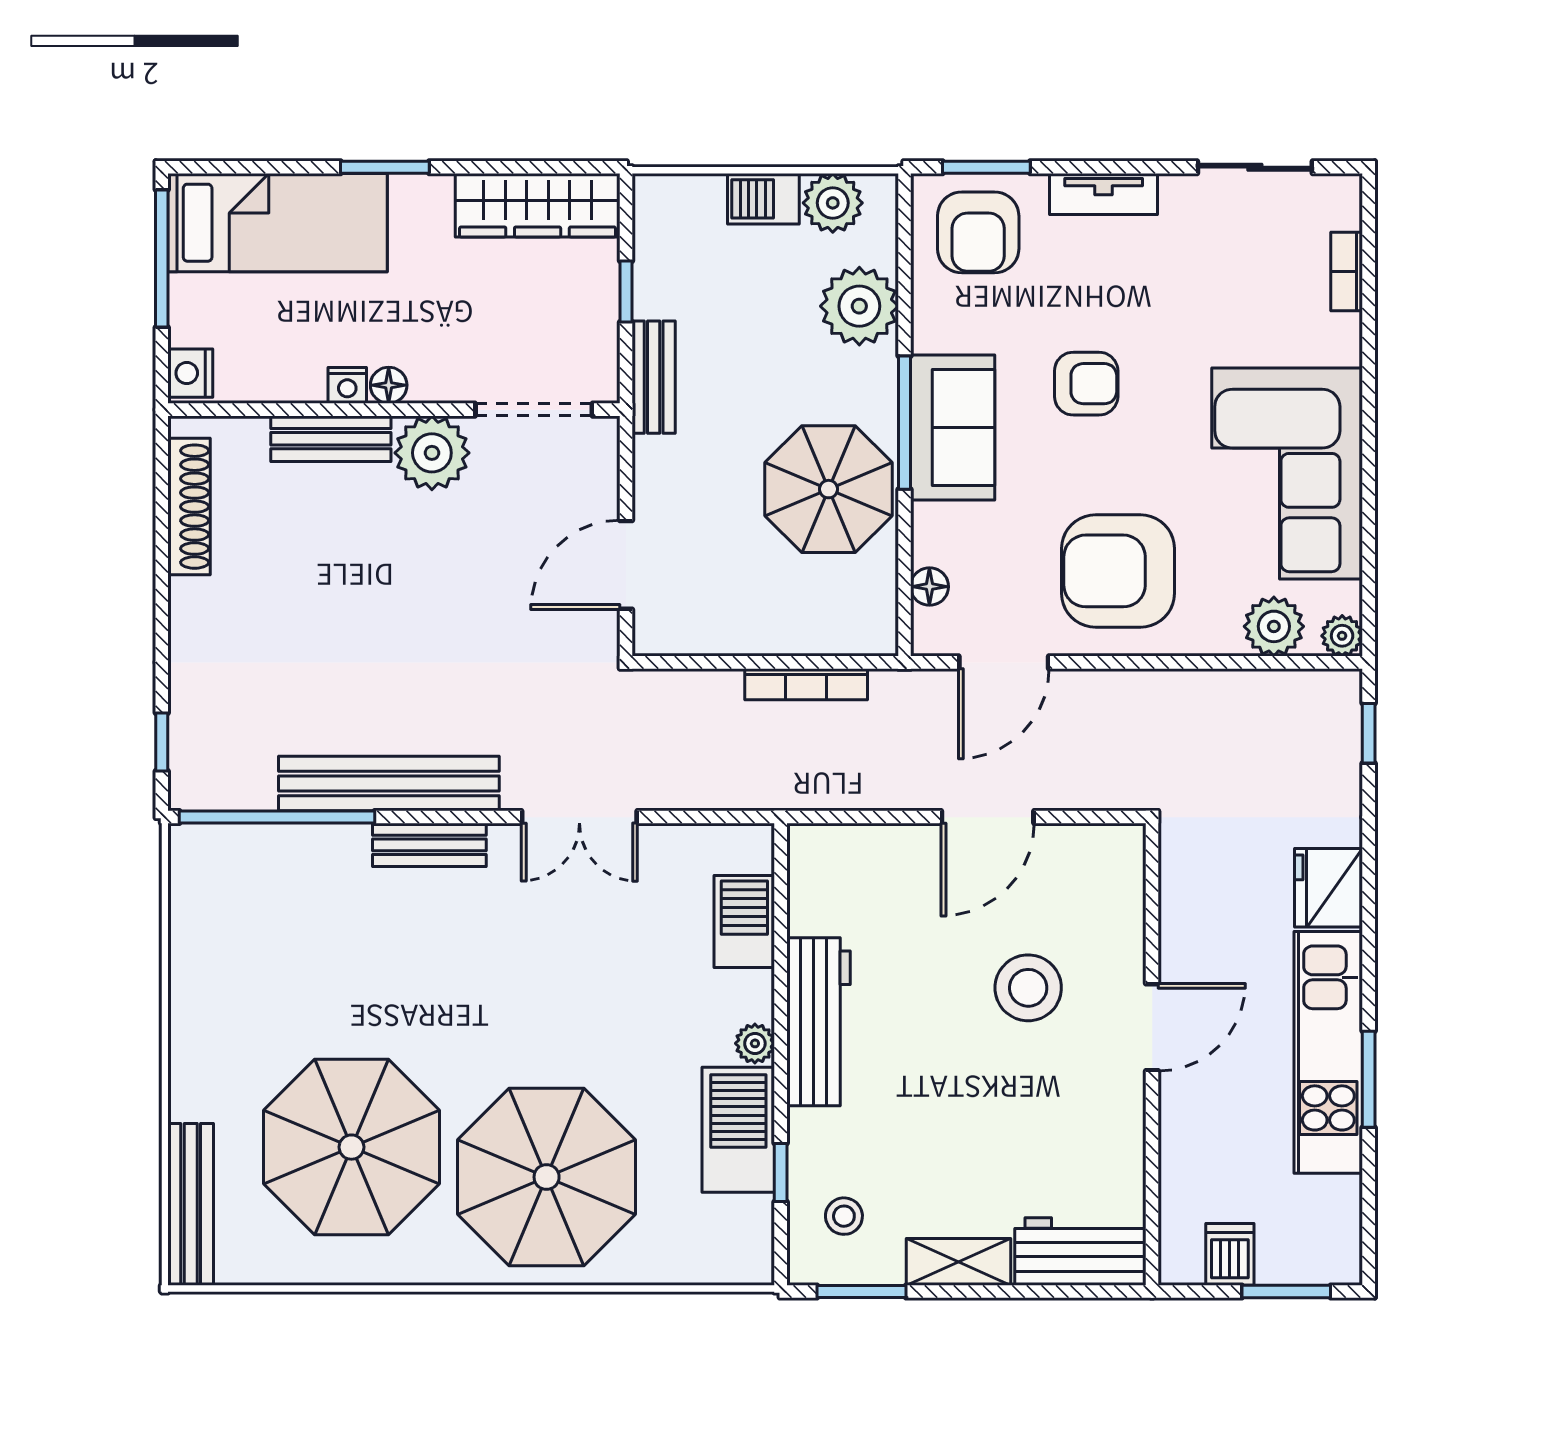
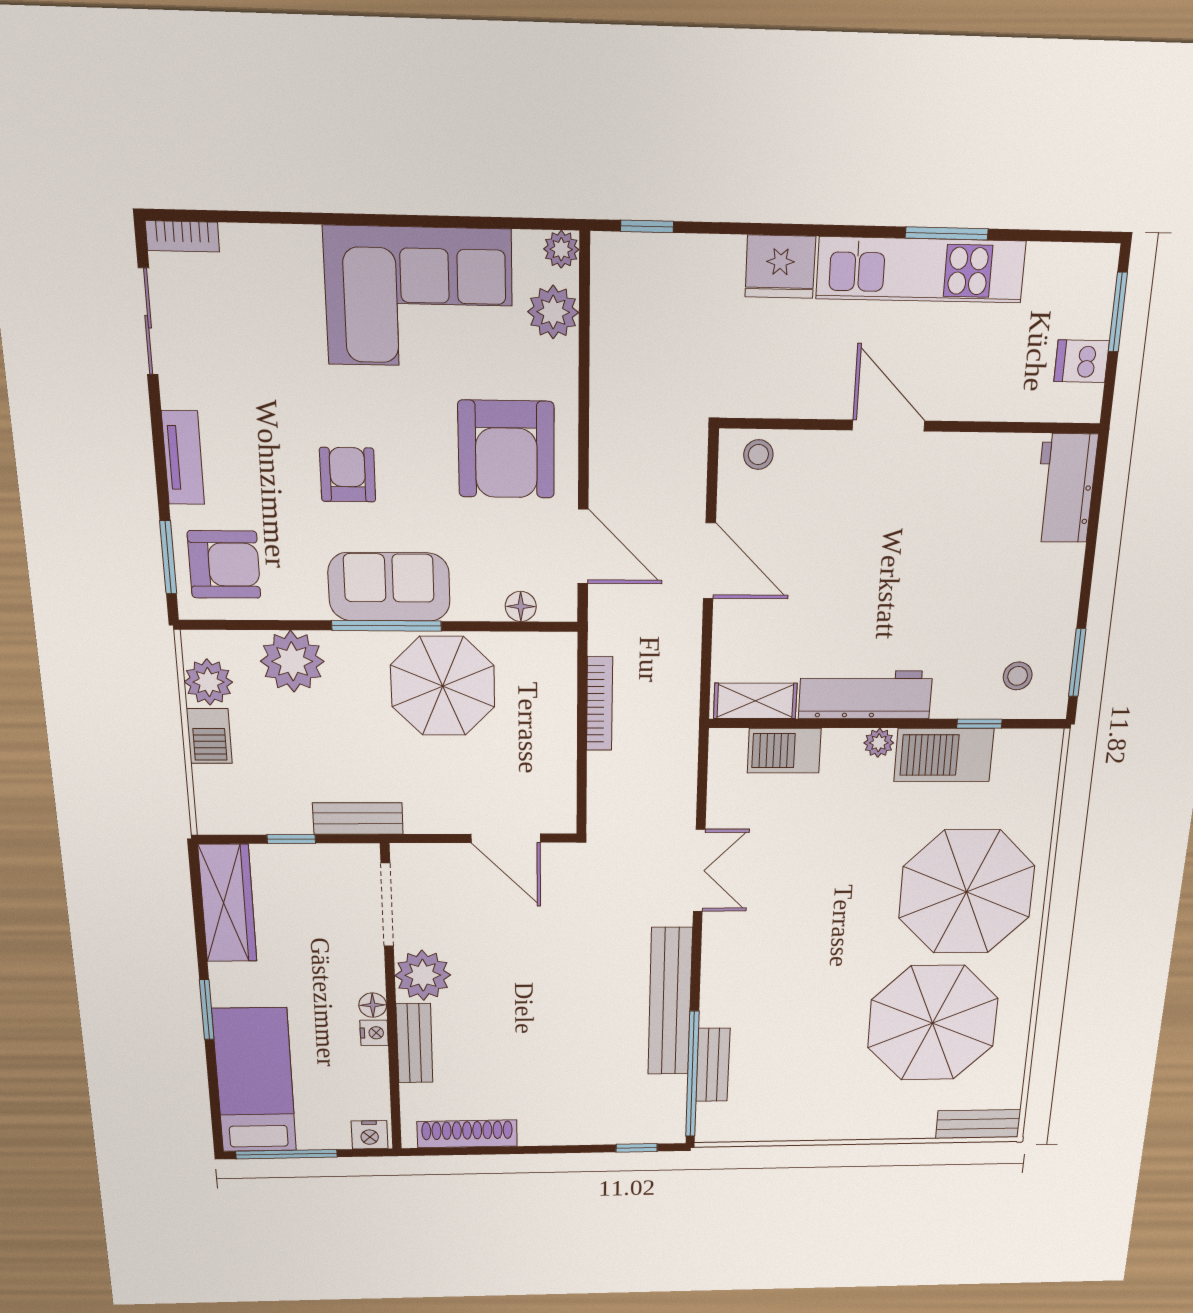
bookcase: (1347, 271) -> (182, 236), moved
bench: (429, 845) -> (713, 1065), moved
stool: (1028, 988) -> (758, 455), moved, width x0.53, depth x0.53
bench: (191, 1204) -> (978, 1124), width x0.73
shelving: (959, 1262) -> (755, 701), moved, turned 90

